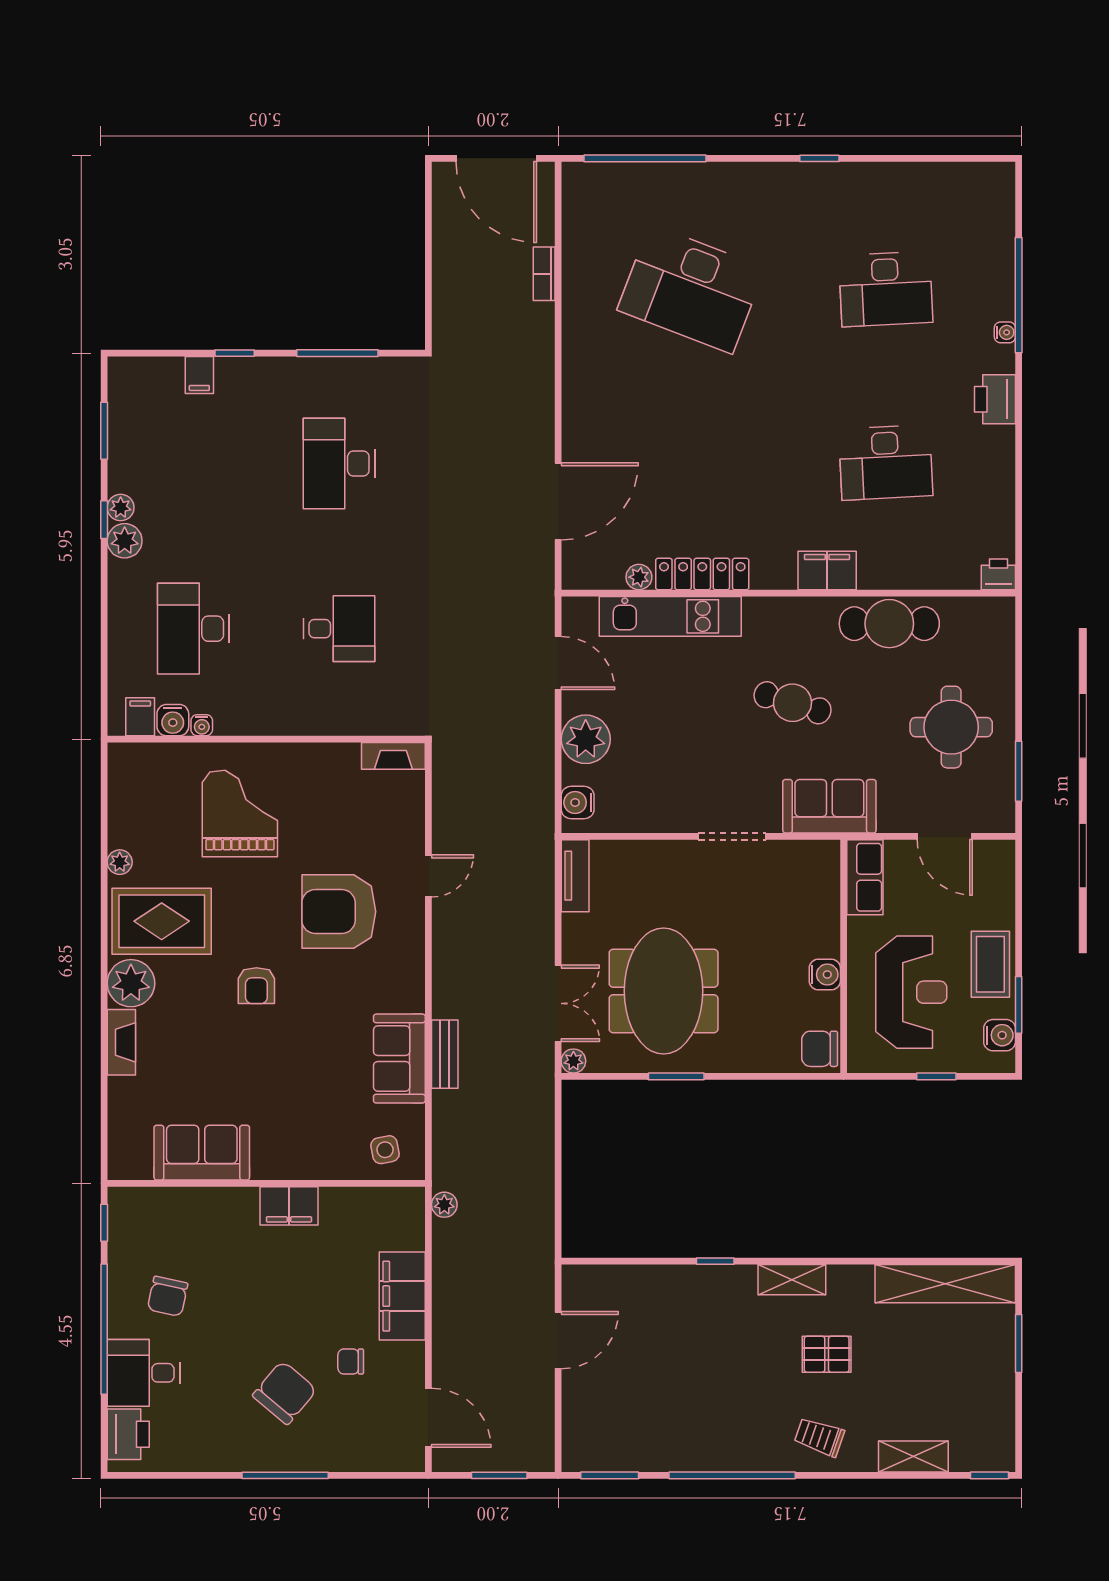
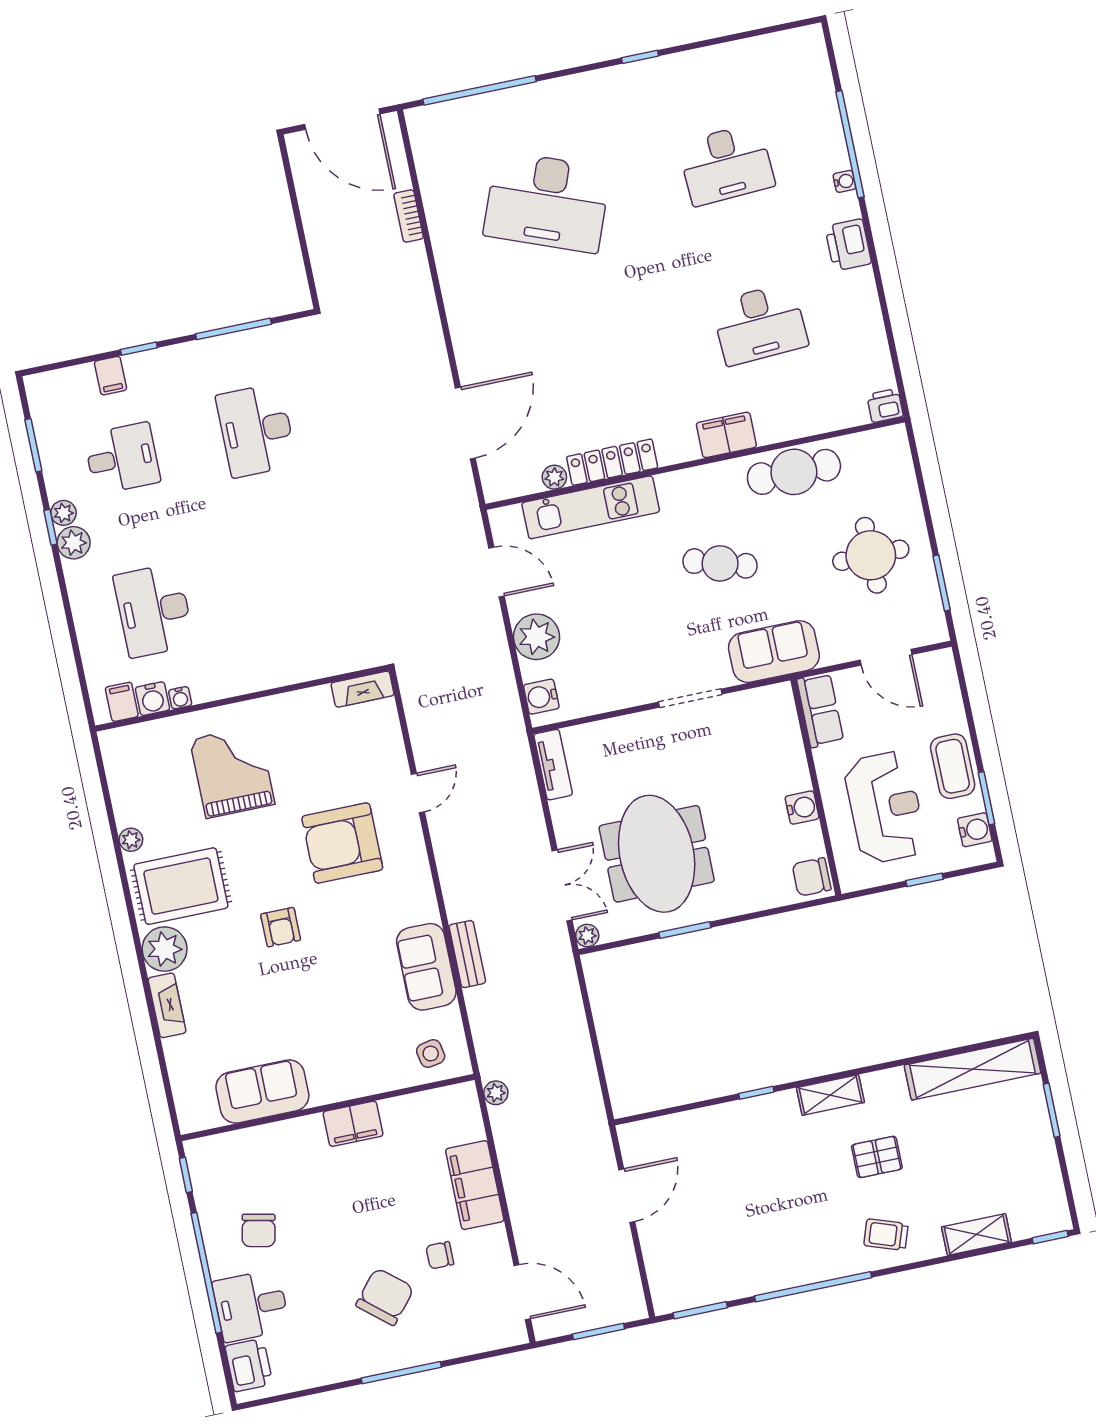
desk: (339, 629) -> (122, 458), moved

